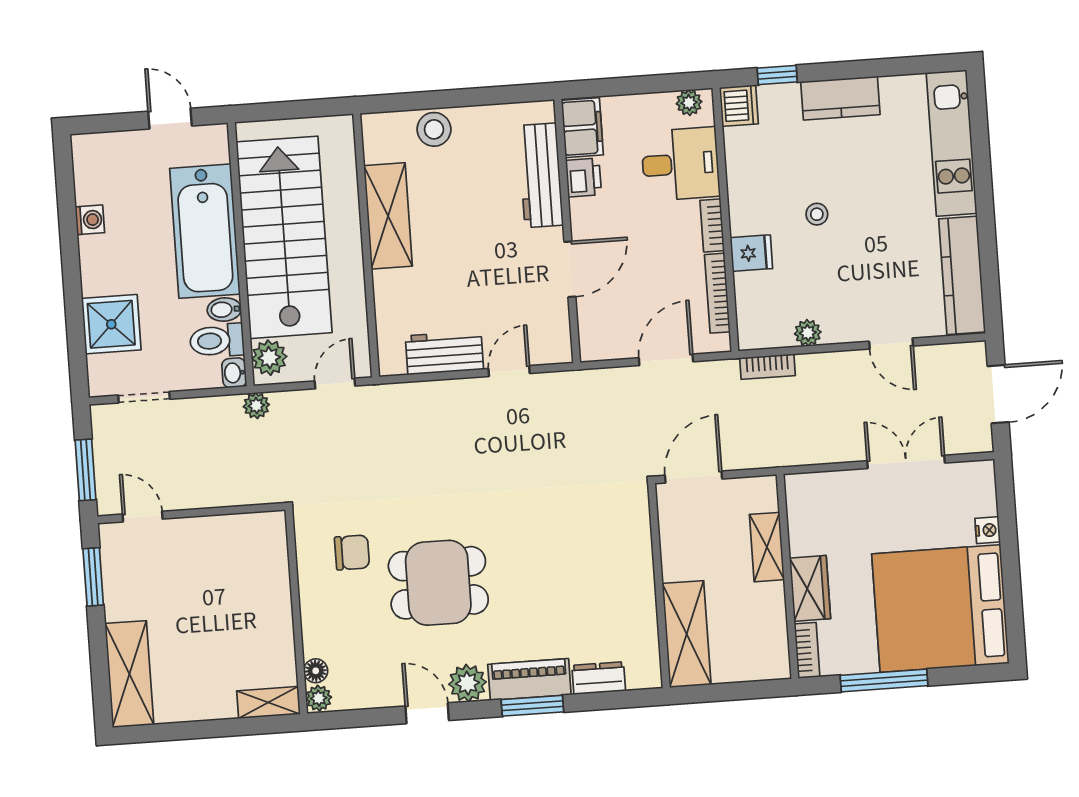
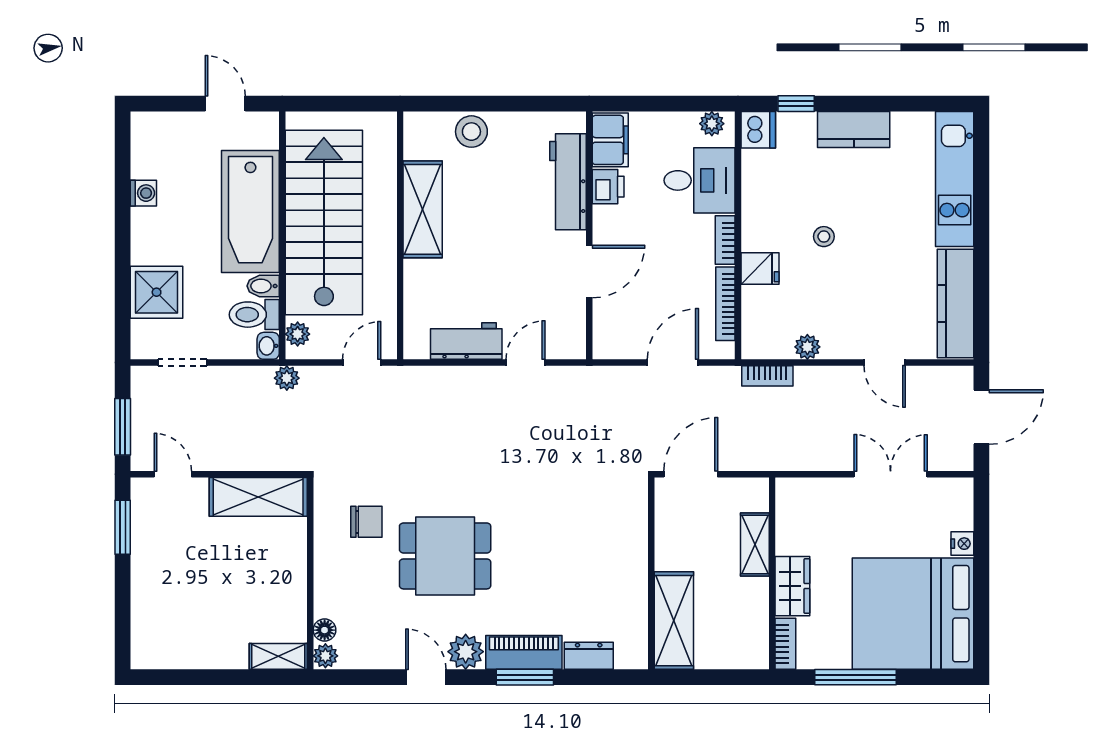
plant: (269, 358) -> (298, 334), width x0.73, depth x0.73
shelving: (129, 674) -> (258, 497), moved, turned 90

